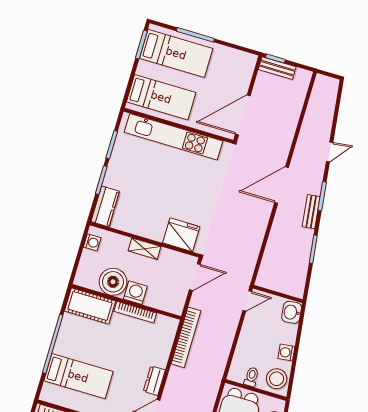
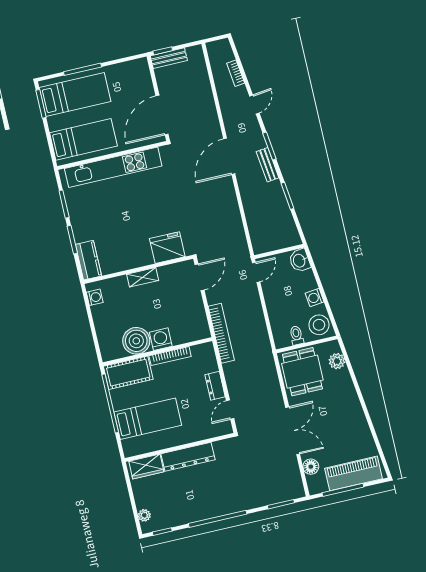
bookcase: (329, 115) -> (236, 73), added
boiler: (113, 282) -> (136, 341), moved
washing machine: (135, 293) -> (161, 339), moved
wall: (126, 302) -> (157, 352), moved
cot: (90, 306) -> (128, 373), moved
bookcase: (135, 312) -> (170, 356), moved

